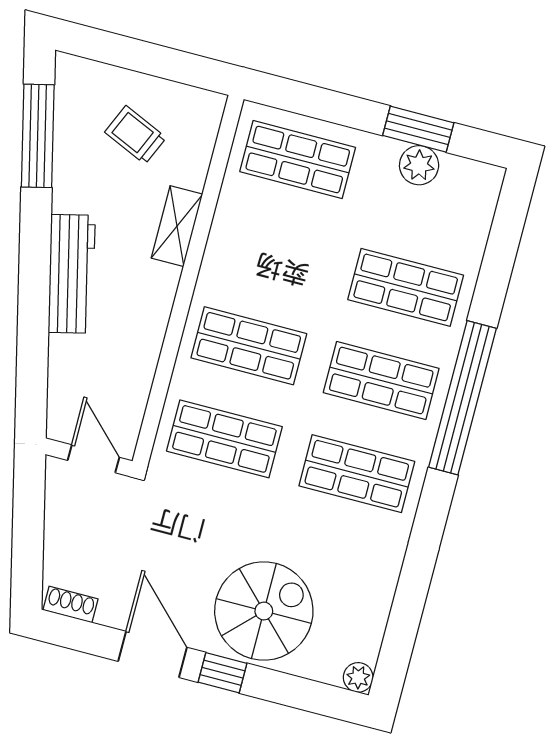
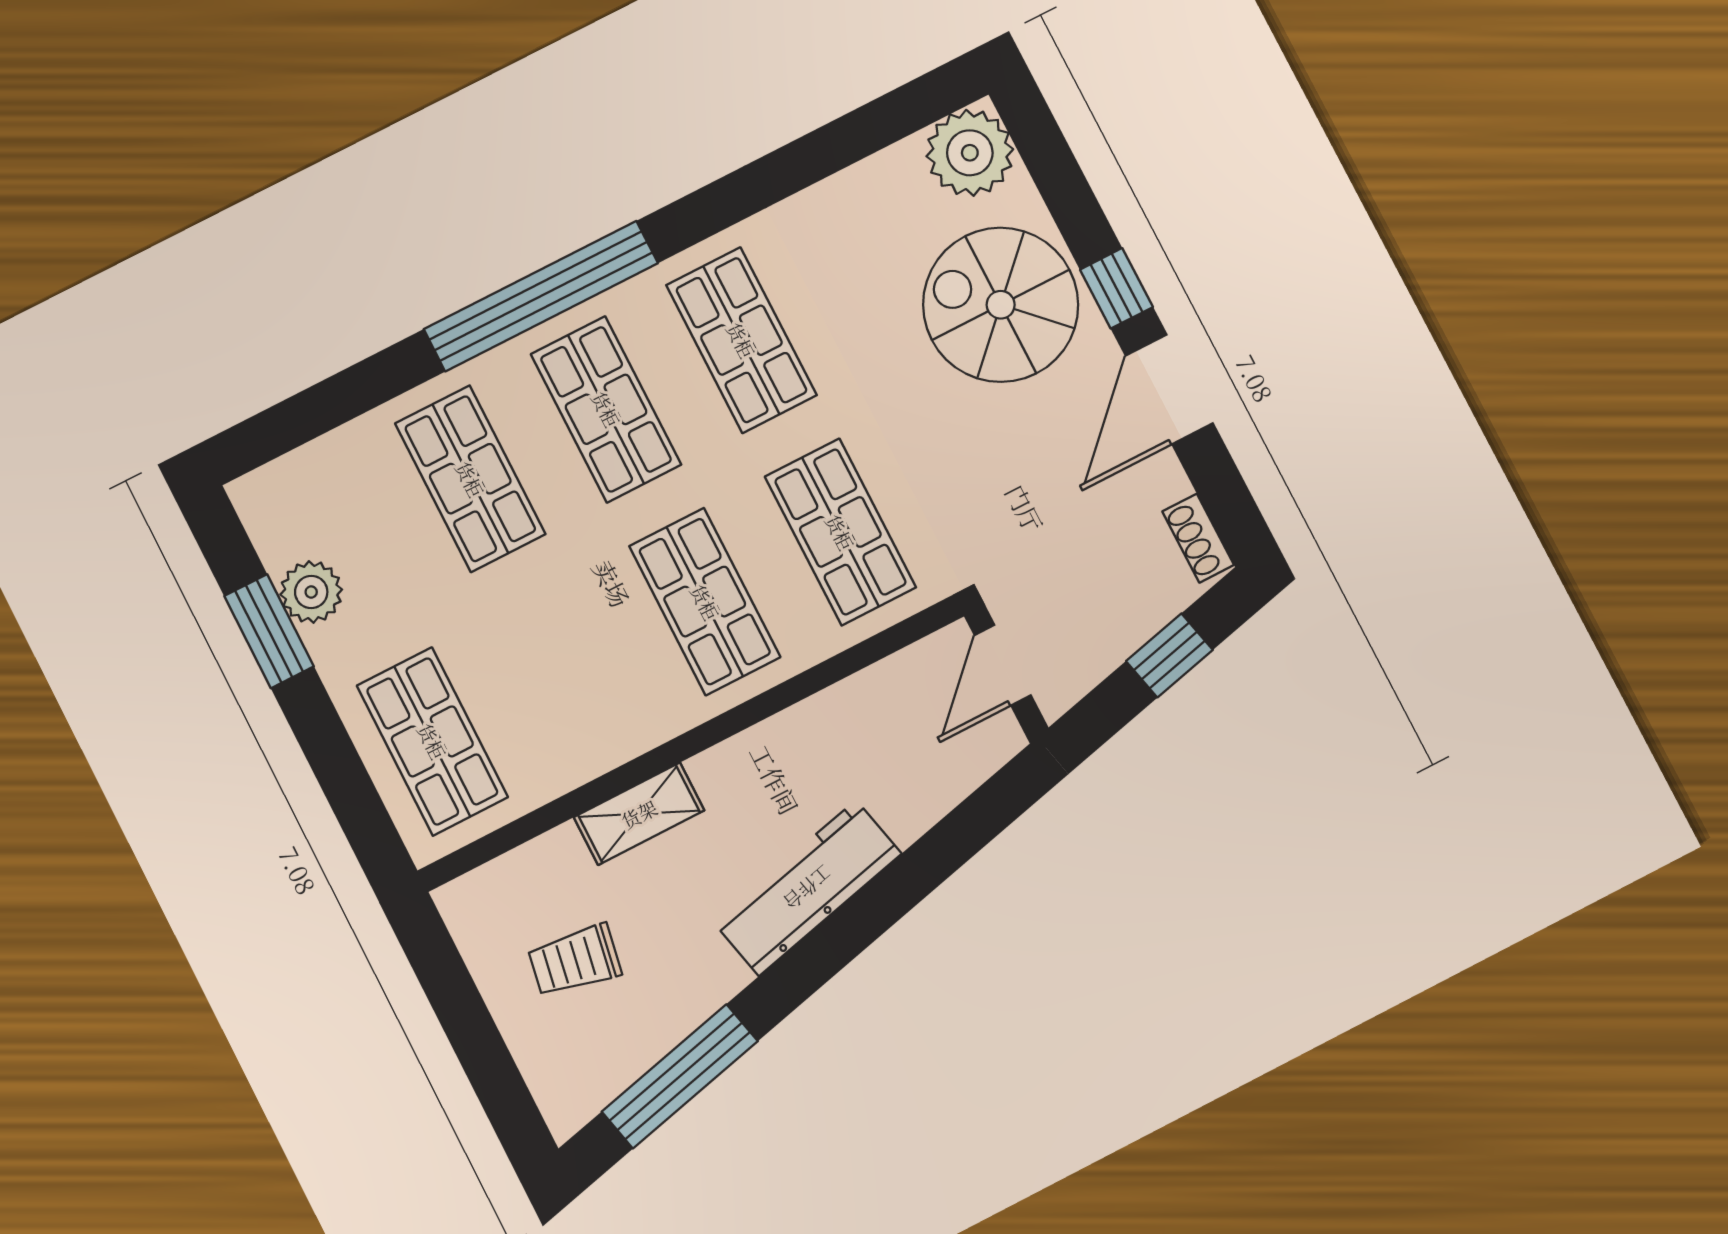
trolley: (135, 135) -> (575, 961), turned 76
window: (28, 541) -> (1169, 655), added
plant: (358, 677) -> (970, 153), width x1.88, depth x1.88

